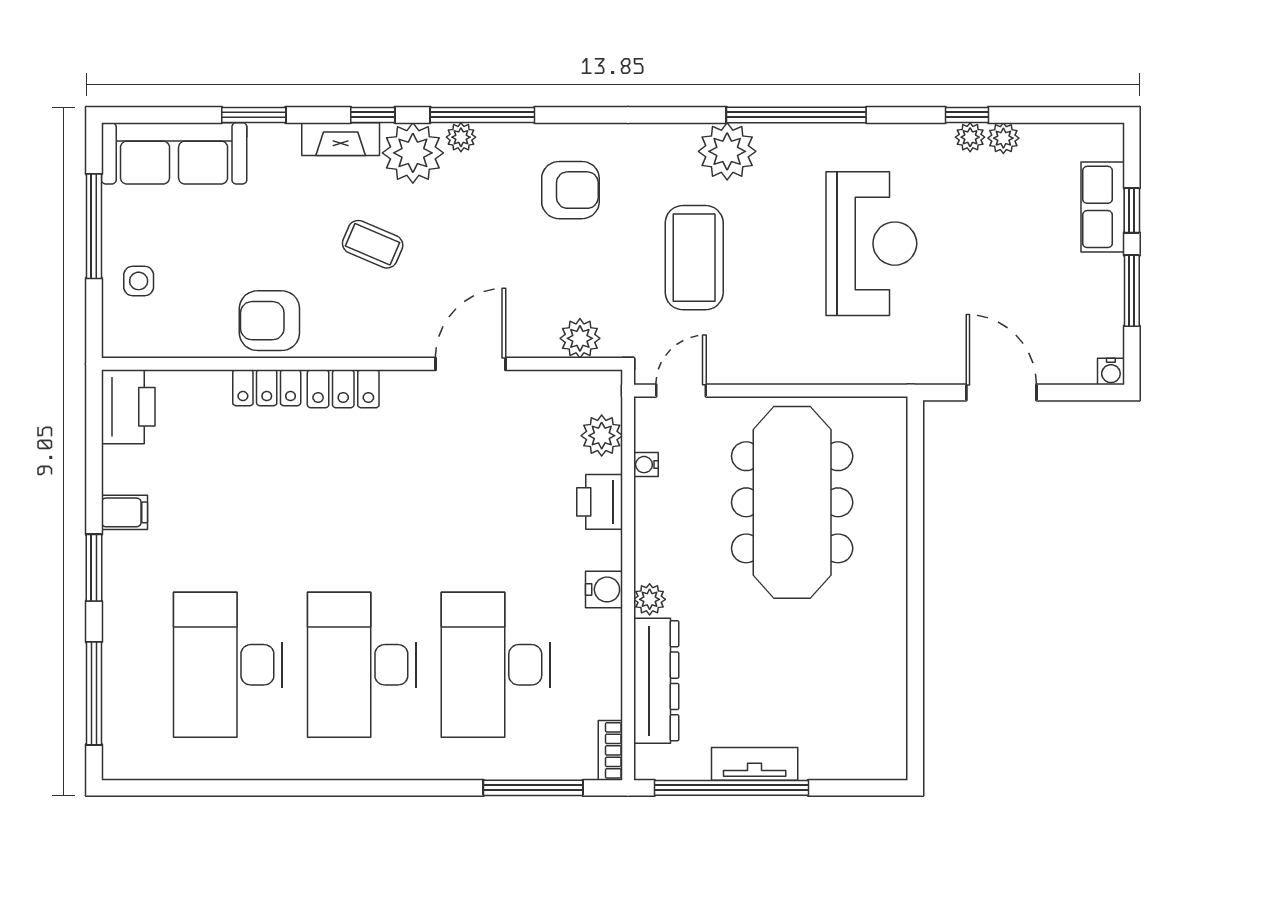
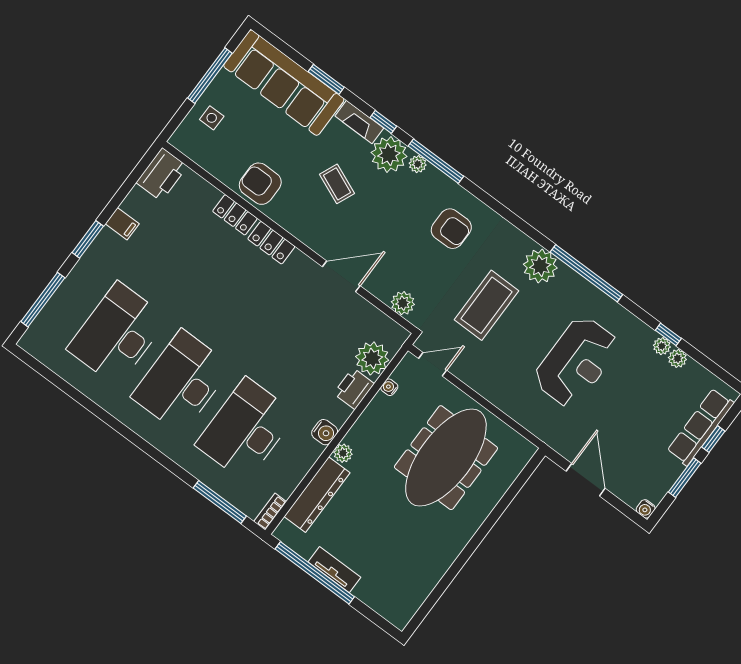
sofa: (174, 153) -> (284, 83), width x1.36, depth x1.27
row of seats: (1103, 207) -> (700, 427), width x1.48
plant: (602, 436) -> (372, 358), width x1.36, depth x1.36

